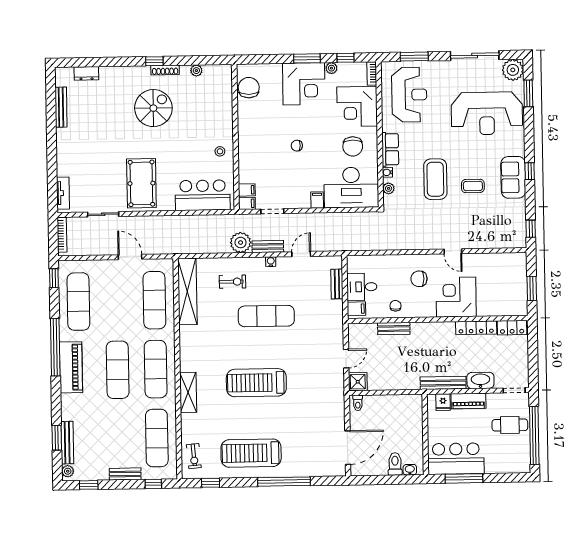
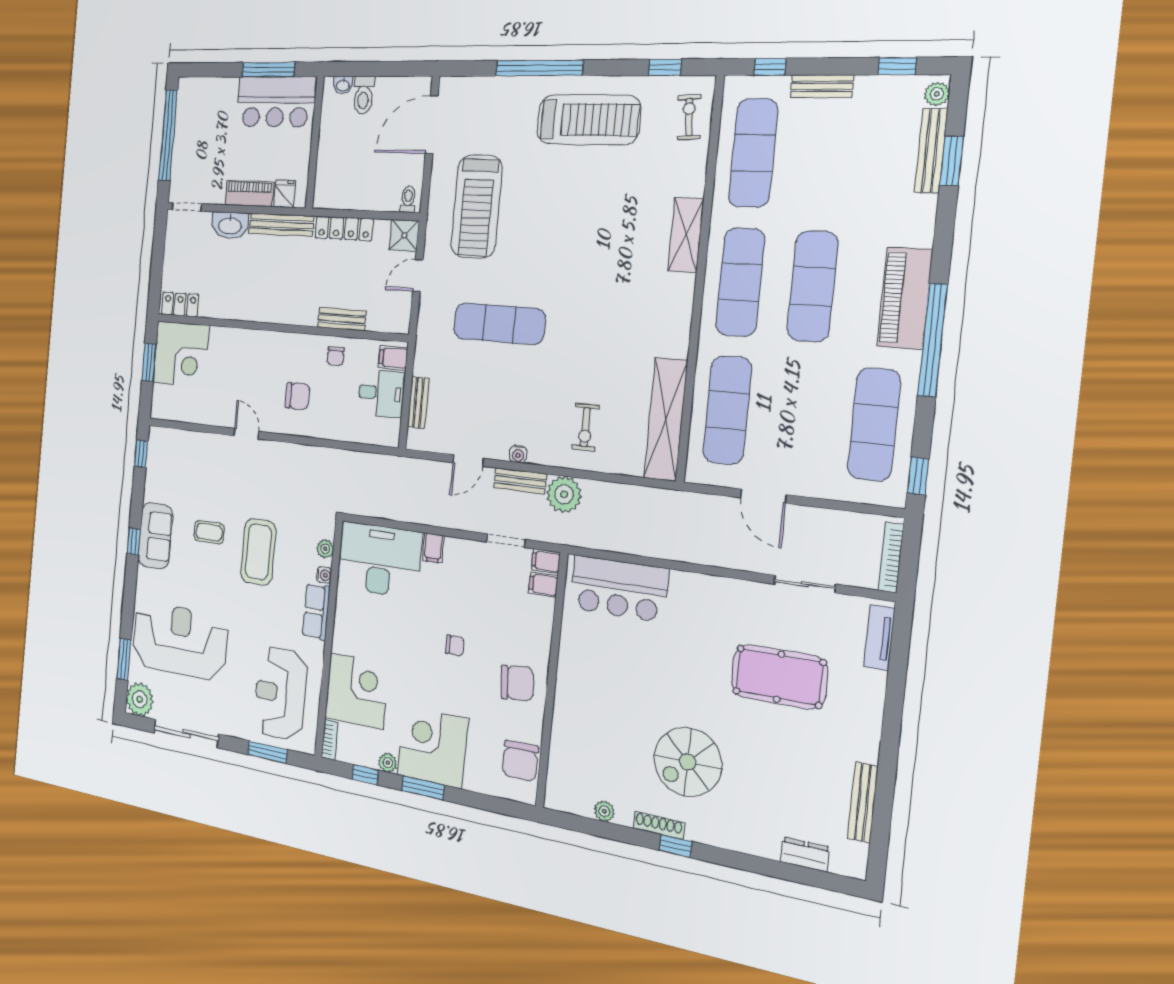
chair: (353, 146) -> (517, 683), moved, turned 84
stool: (220, 151) -> (580, 660), removed
pool table: (141, 183) -> (779, 677), moved, turned 90
exercise bike: (232, 282) -> (585, 427), turned -90
corner desk: (456, 297) -> (181, 354), moved
exercise mat: (266, 316) -> (499, 324), moved
locker: (476, 328) -> (344, 228), moved, turned 180
treadmill: (256, 383) -> (477, 207), moved, turned 90
cafe table: (510, 425) -> (198, 153), removed

